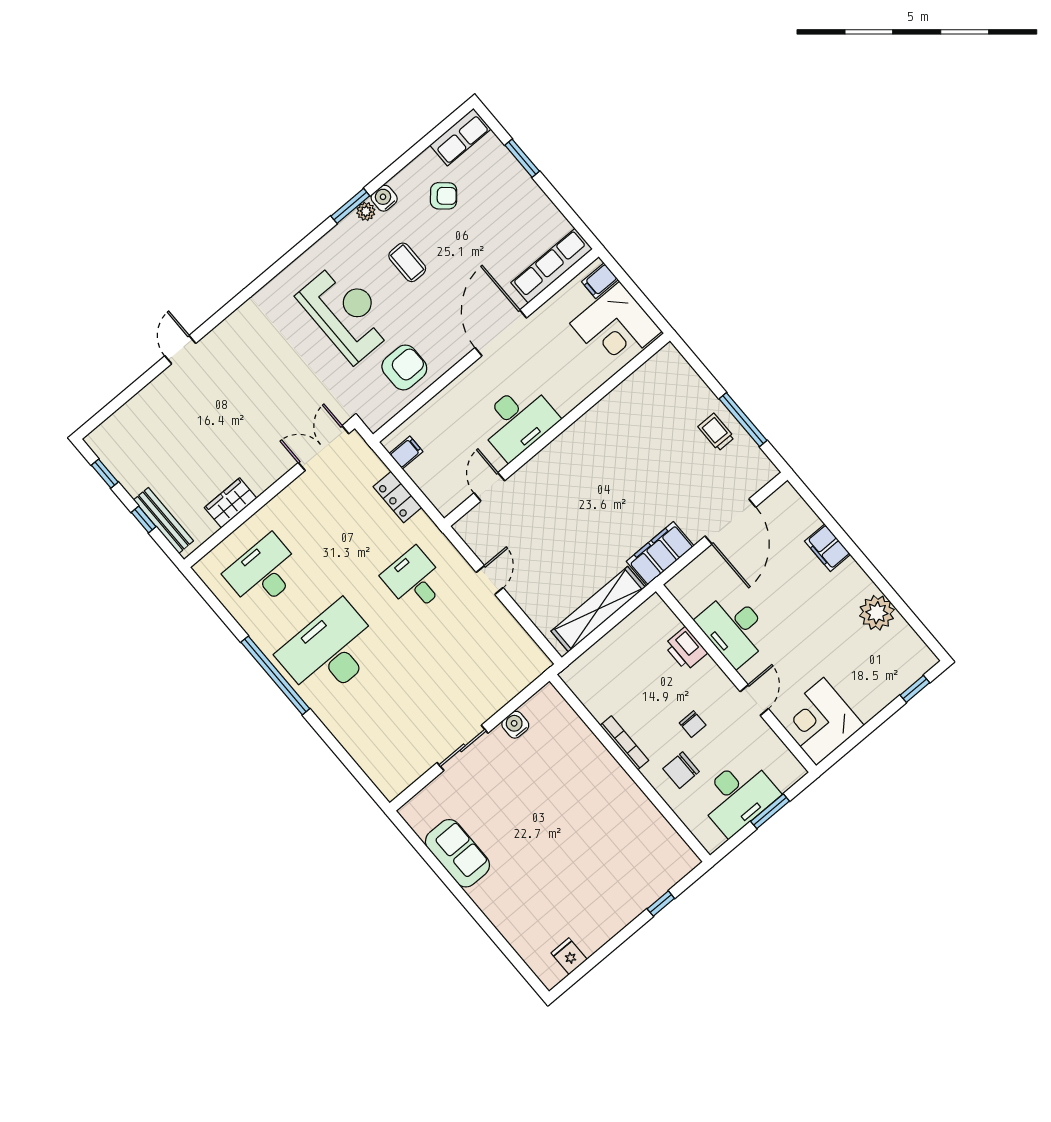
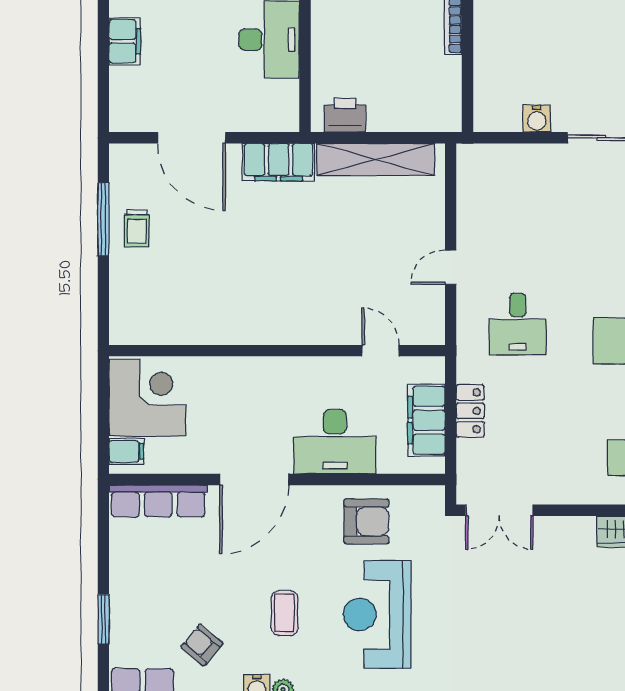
armchair: (404, 367) -> (366, 521), turned 180
desk: (518, 421) -> (335, 442), moved, turned 180
filing cabinet: (406, 453) -> (426, 420), width x3.00, depth x1.17
door: (489, 487) -> (381, 351), swing flipped
door: (730, 522) -> (192, 138), swing flipped
printer: (686, 649) -> (345, 115), moved, turned -90

